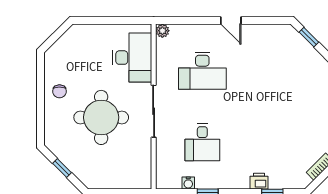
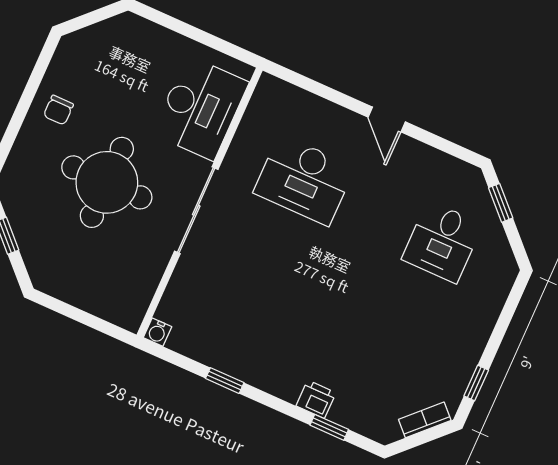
plant: (162, 31) -> (269, 86), removed
desk: (202, 142) -> (442, 242), moved
water cooler: (188, 183) -> (157, 332), moved

